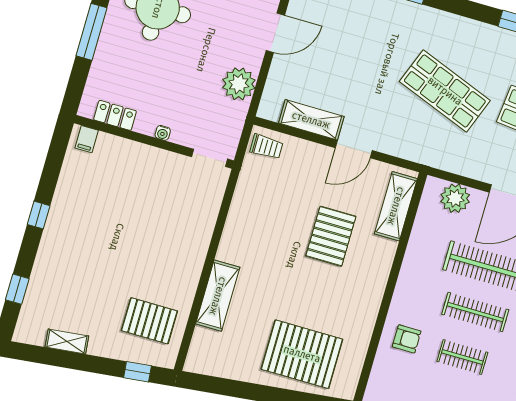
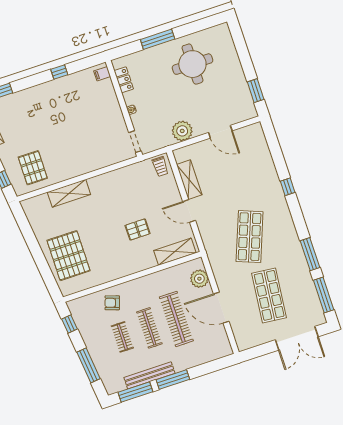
window: (39, 215) -> (59, 72), moved
pallet: (331, 236) -> (138, 229), width x0.67, depth x0.71
armchair: (407, 339) -> (112, 303), turned 109

